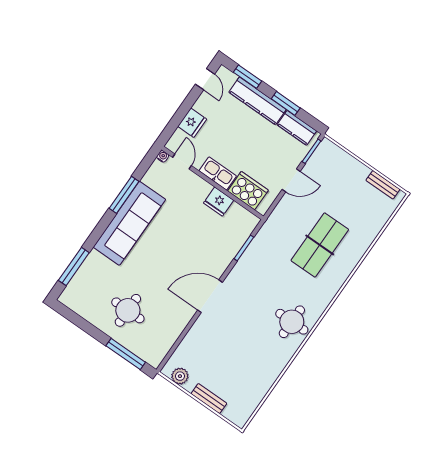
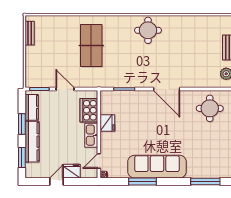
door: (205, 79) -> (56, 182), moved
table tennis table: (320, 245) -> (91, 46), turned 90
round table: (128, 310) -> (210, 108), moved

